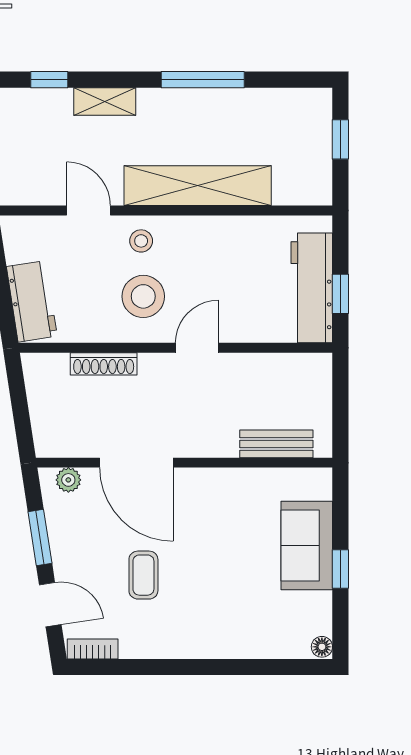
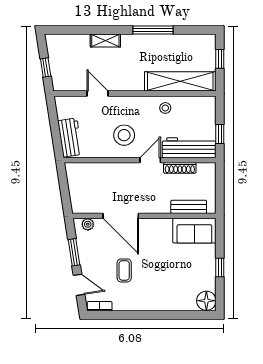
window: (49, 80) -> (79, 30), removed
shelving: (198, 186) -> (180, 81), moved
stool: (141, 241) -> (165, 108), moved
workbench: (312, 288) -> (189, 148), moved, turned 90
shoe rack: (104, 364) -> (180, 168), moved
sofa: (307, 546) -> (194, 231), moved, turned -90
floor lamp: (322, 647) -> (206, 301), width x1.89, depth x1.89

